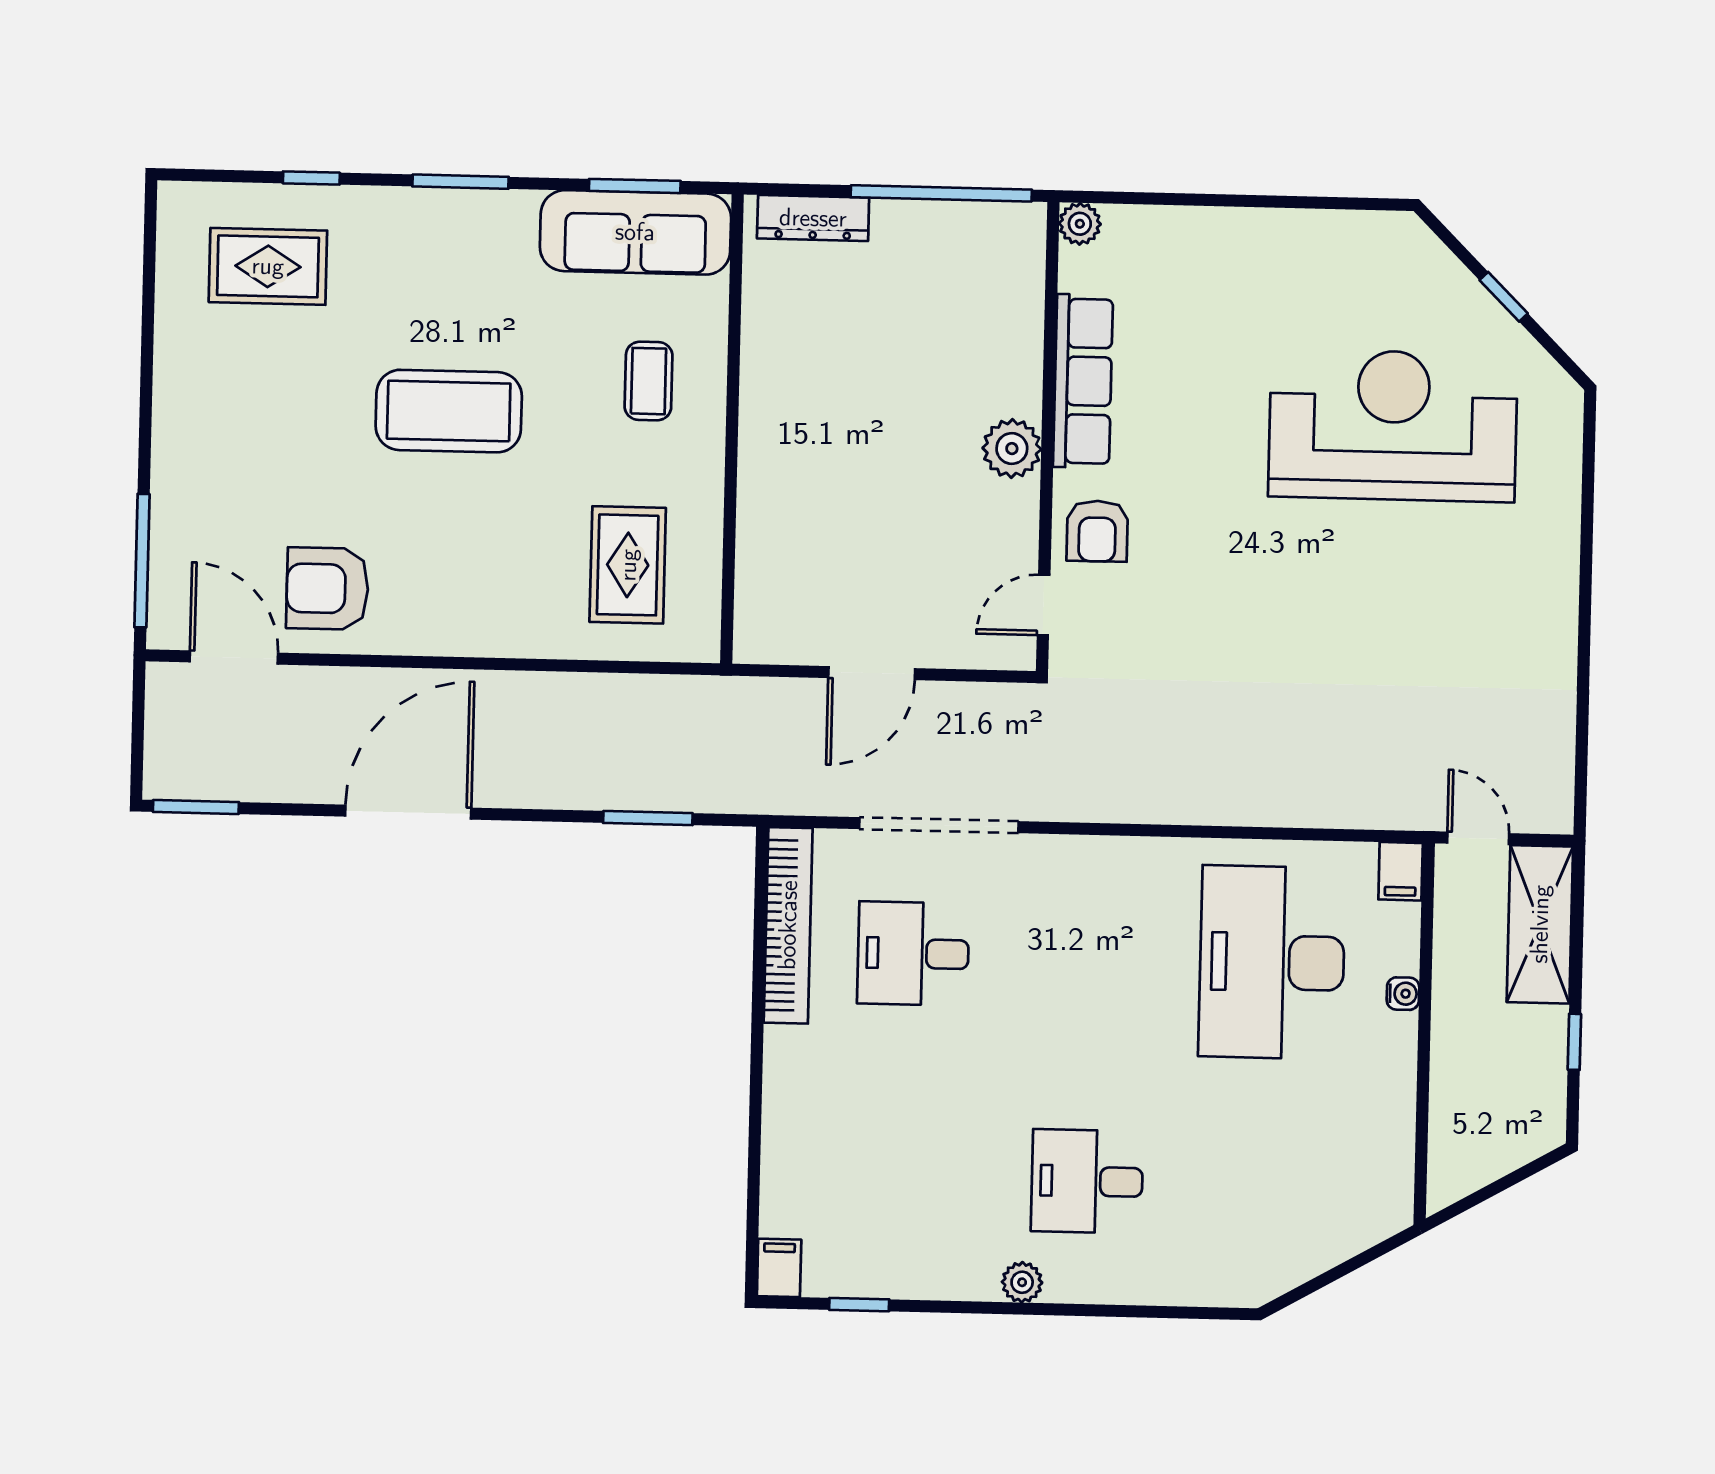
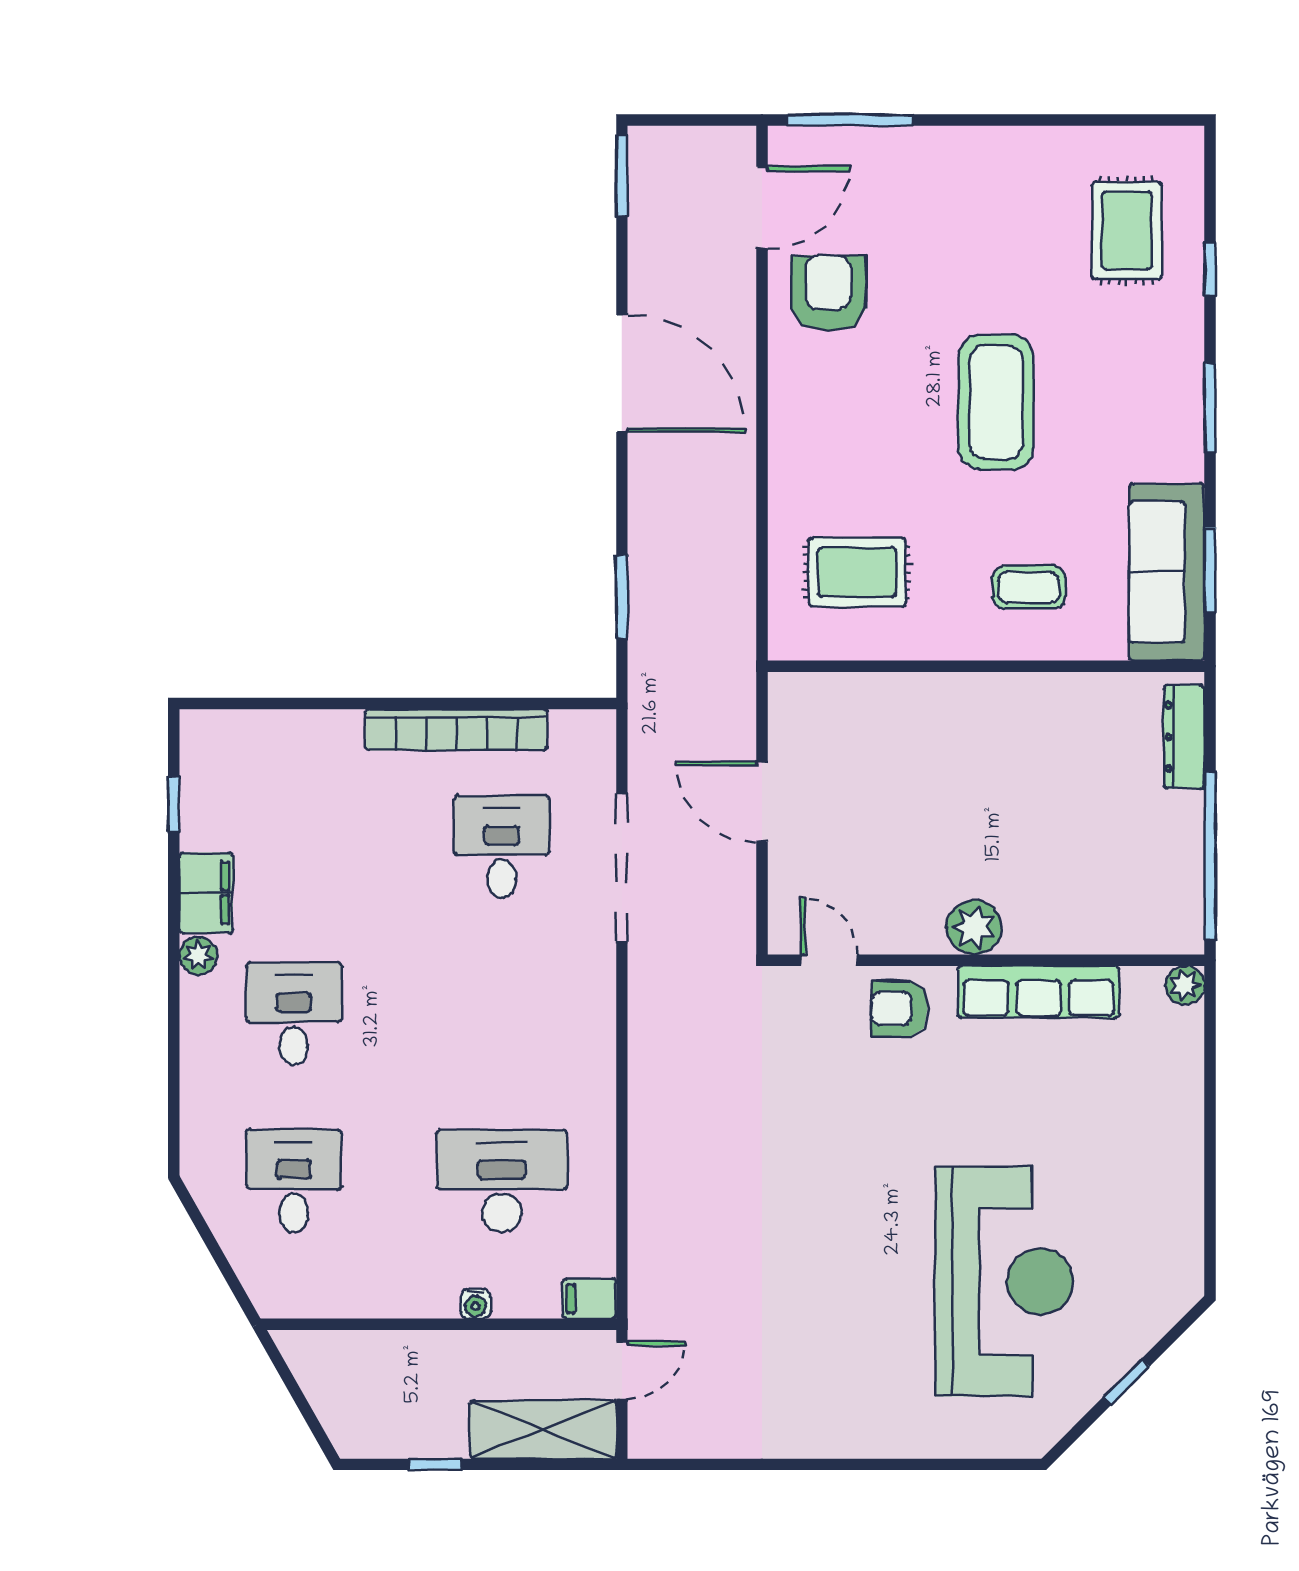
bookcase: (788, 925) -> (456, 730), moved
desk: (1272, 962) -> (502, 1181), width x0.73, depth x0.77
desk: (1266, 1186) -> (294, 1181), added
filing cabinet: (779, 1268) -> (206, 893), moved, width x2.00

